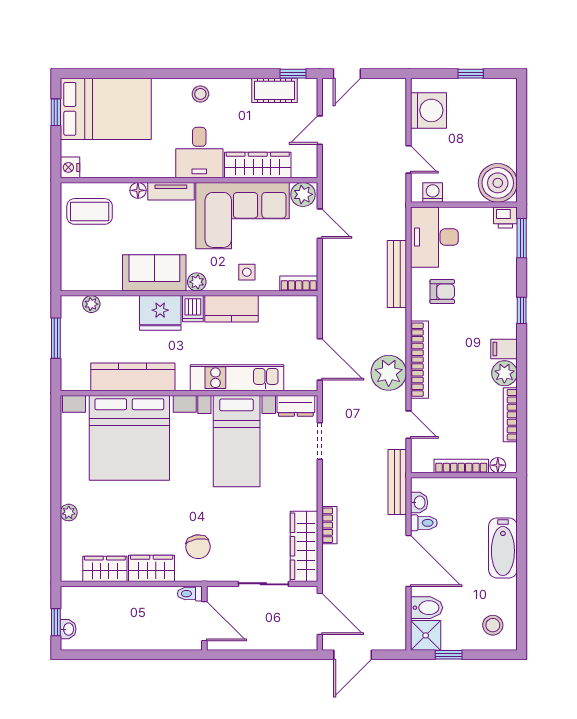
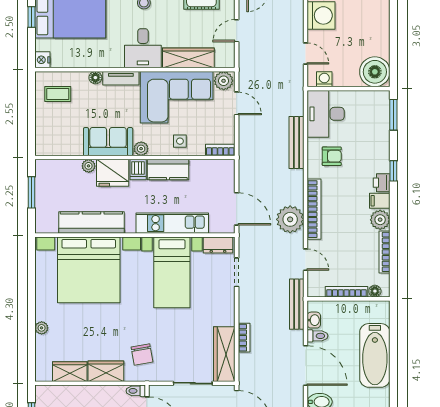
coffee table: (90, 211) -> (58, 94), width x0.73, depth x0.77
printer: (505, 217) -> (382, 183), moved, turned 90
plant: (91, 304) -> (89, 166), moved
bathtub: (503, 548) -> (375, 355), width x1.36, depth x1.36

